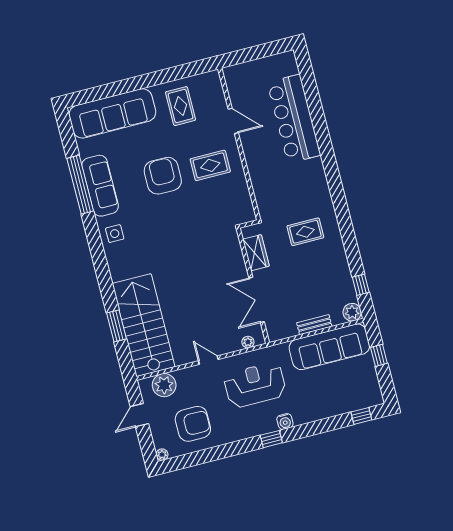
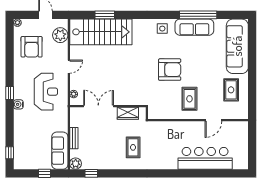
rug: (181, 106) -> (231, 90), turned 90
armchair: (163, 176) -> (170, 70), moved
sofa: (329, 347) -> (60, 151), width x0.74, depth x0.79

